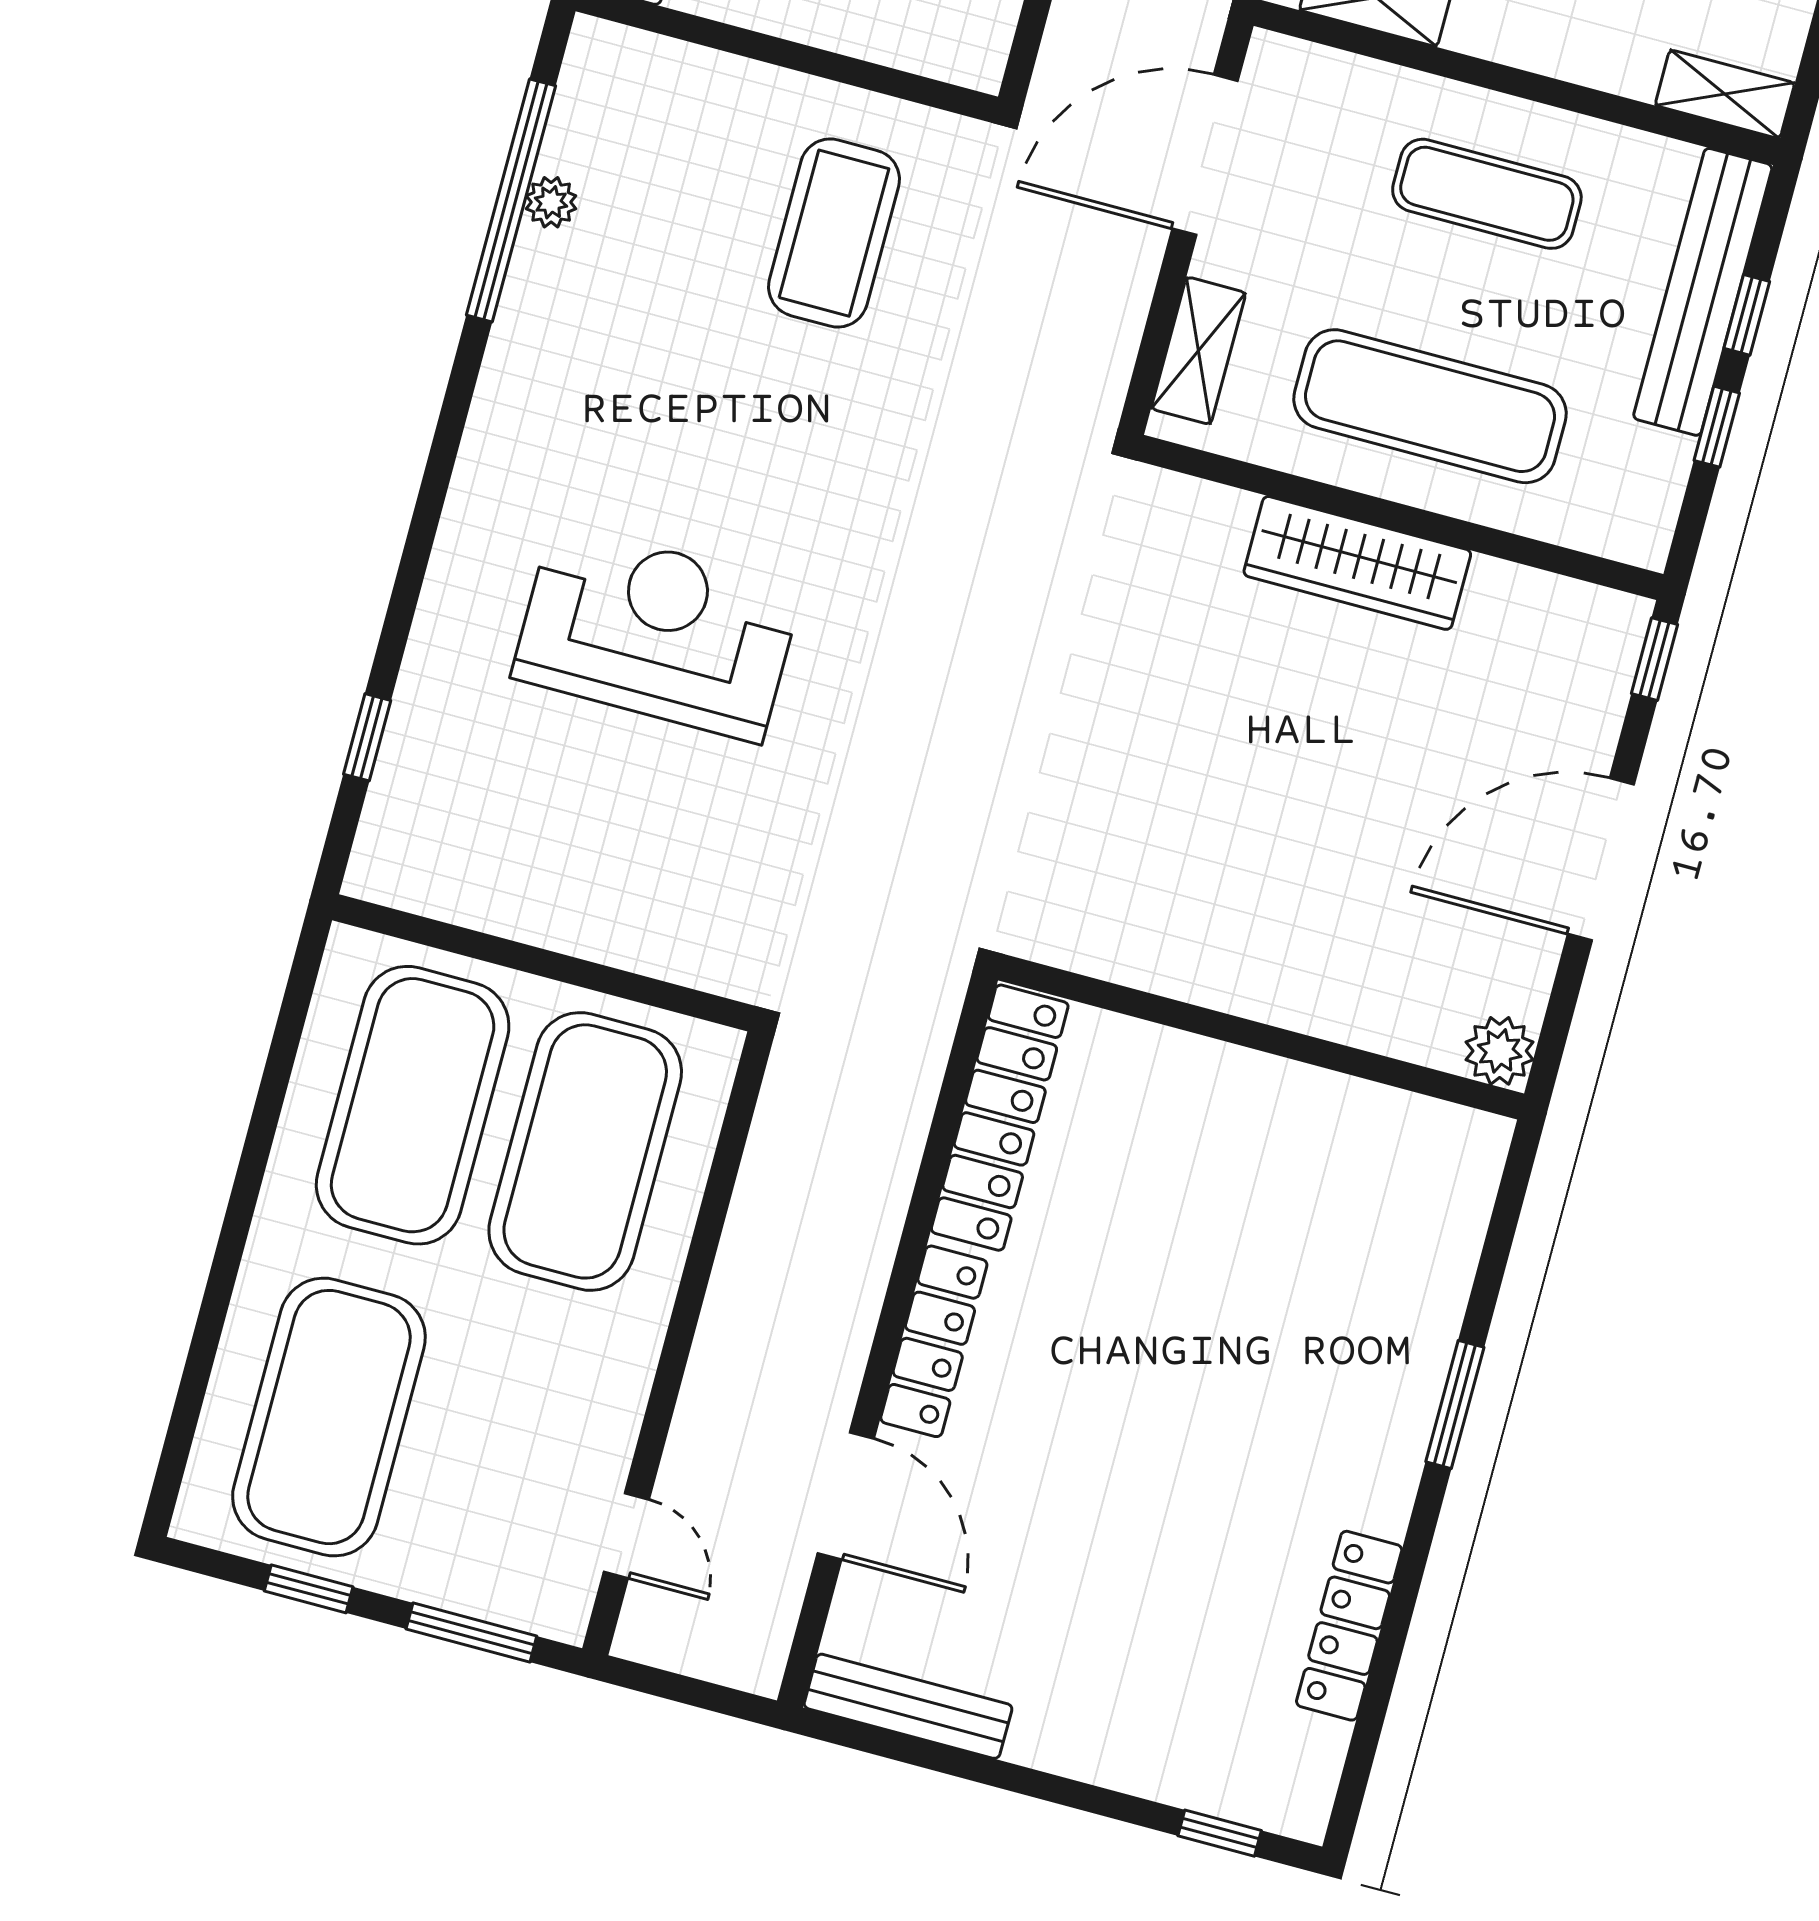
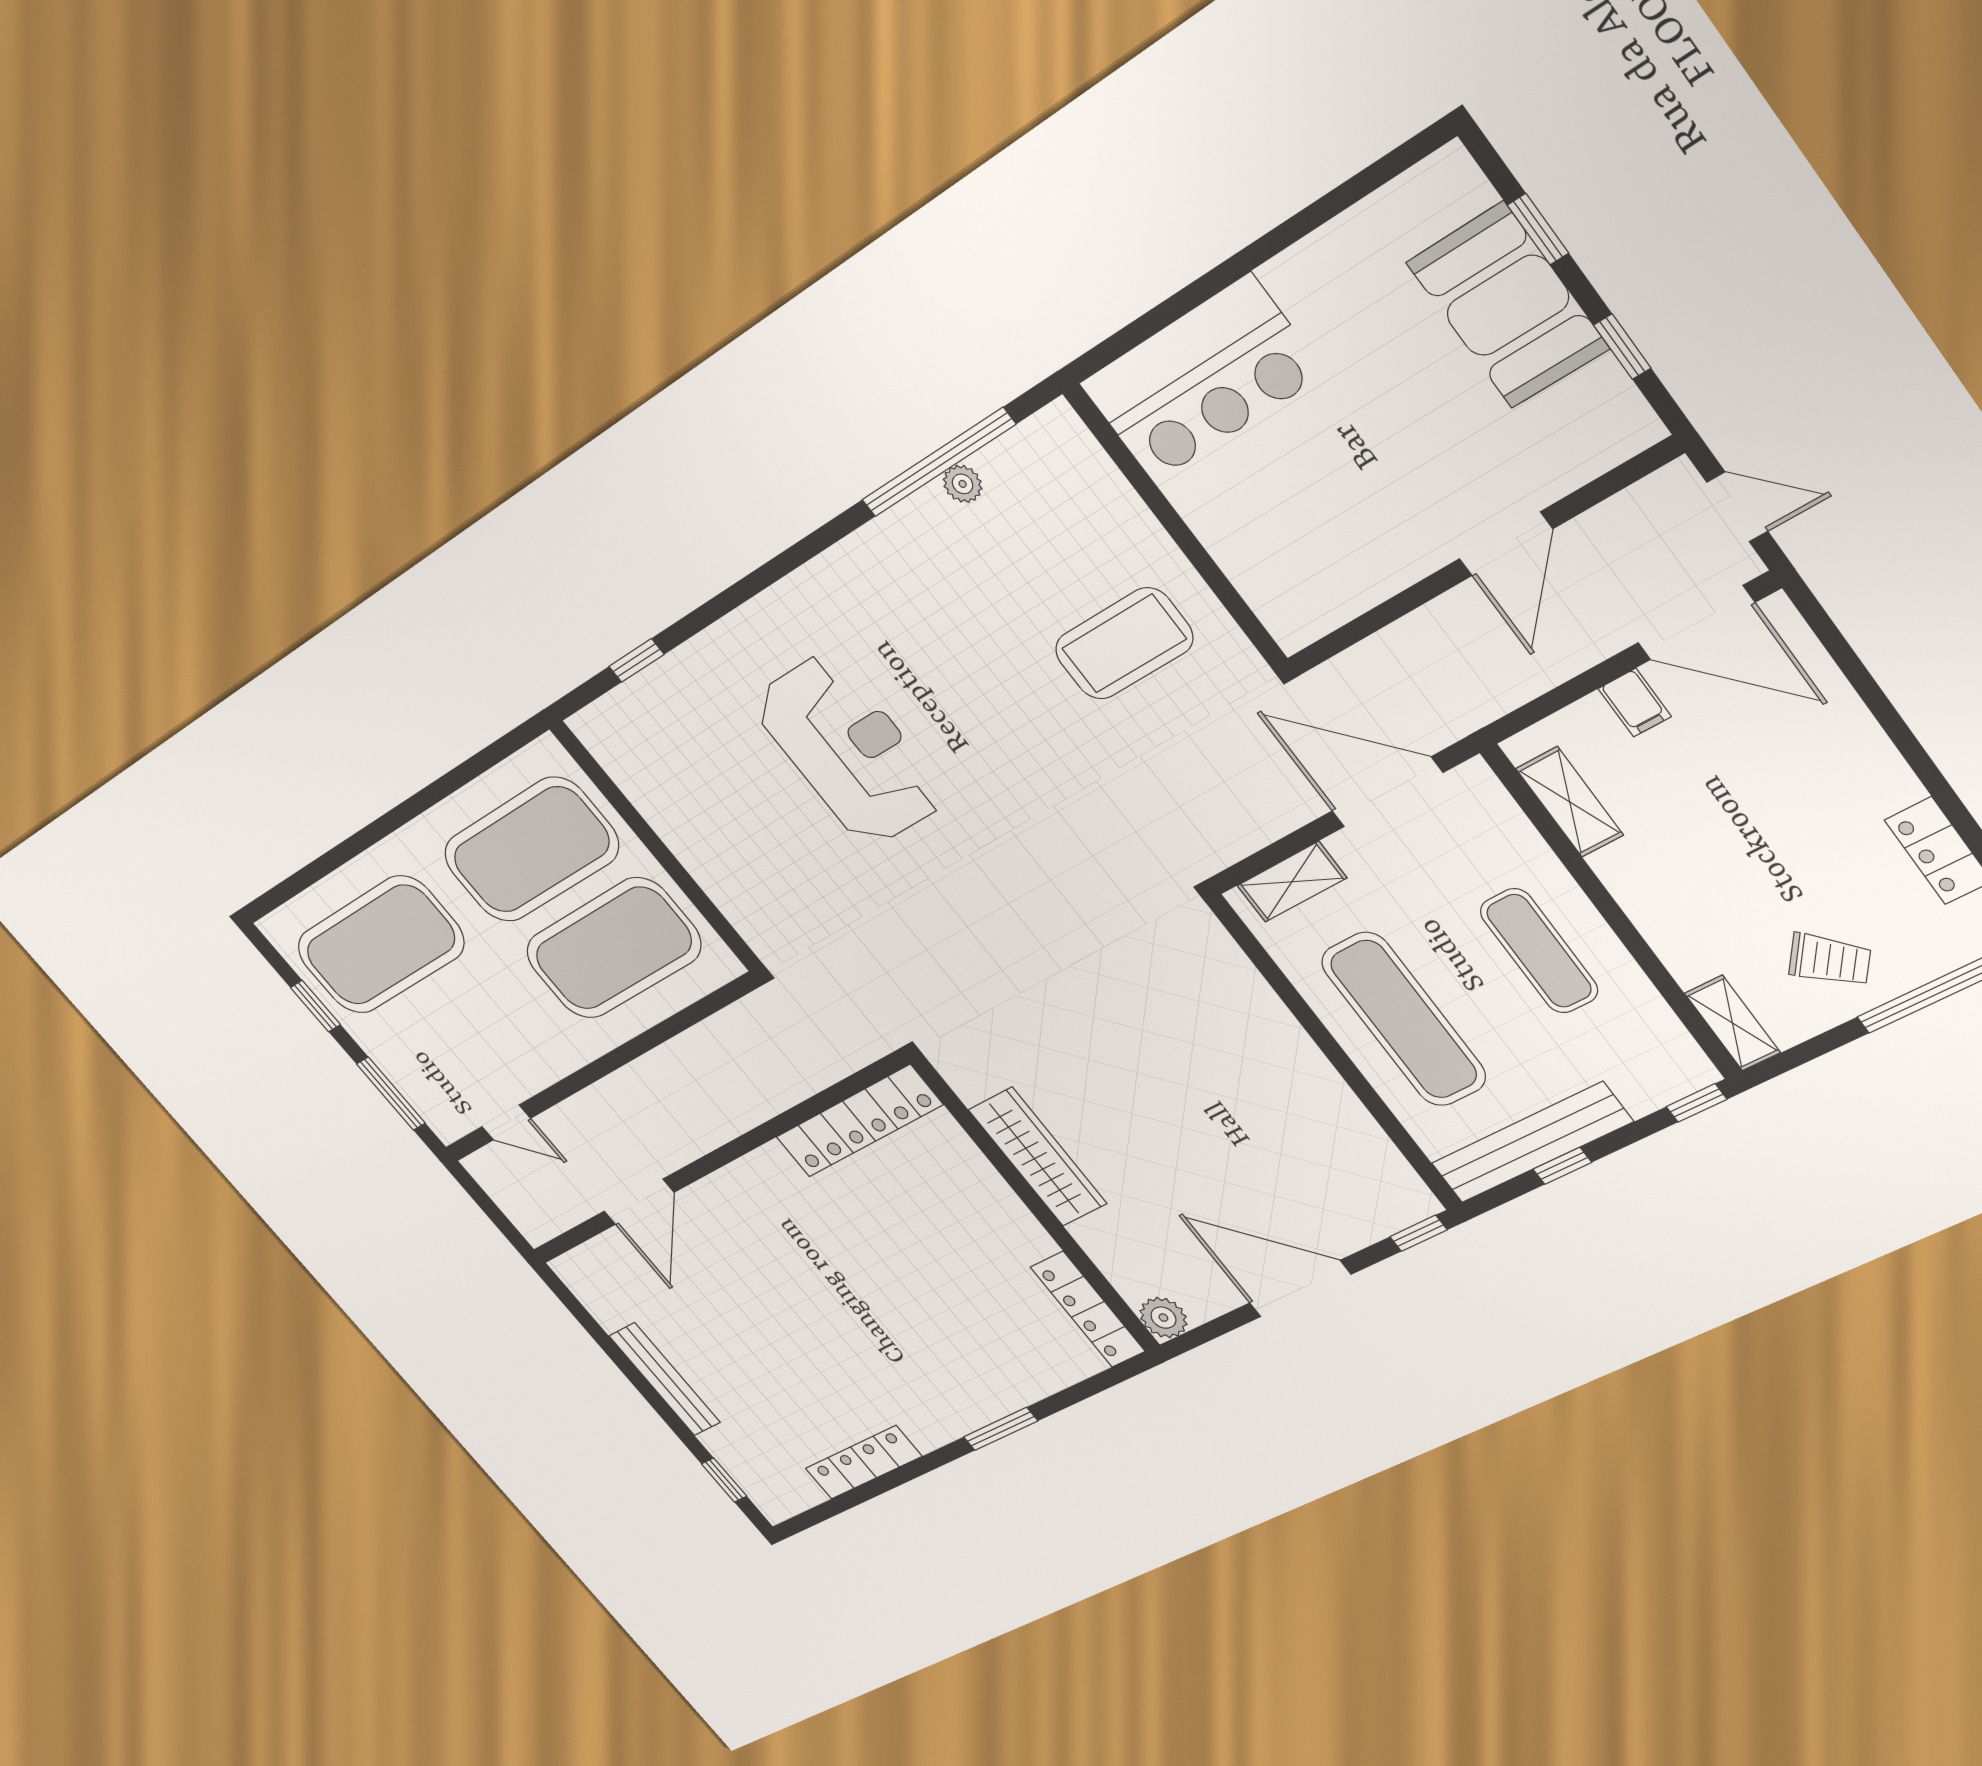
bench: (1703, 292) -> (1532, 1143), moved
window: (1747, 315) -> (1697, 1103), moved
wardrobe: (1357, 563) -> (1038, 1157), moved, turned 180
locker: (934, 1341) -> (1088, 1309), moved, turned 90
door: (626, 1536) -> (506, 1122), hinge flipped
bench: (908, 1706) -> (665, 1379), moved

